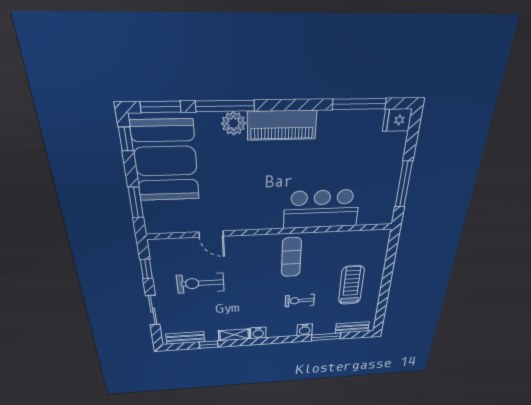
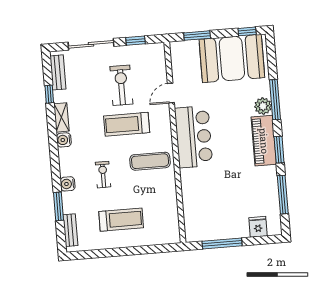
window: (161, 107) -> (279, 150), moved
fridge: (397, 120) -> (258, 227), moved
bar counter: (321, 209) -> (194, 137), moved
treadmill: (246, 279) -> (127, 124), added
sliding door: (153, 310) -> (91, 44), width x1.37

